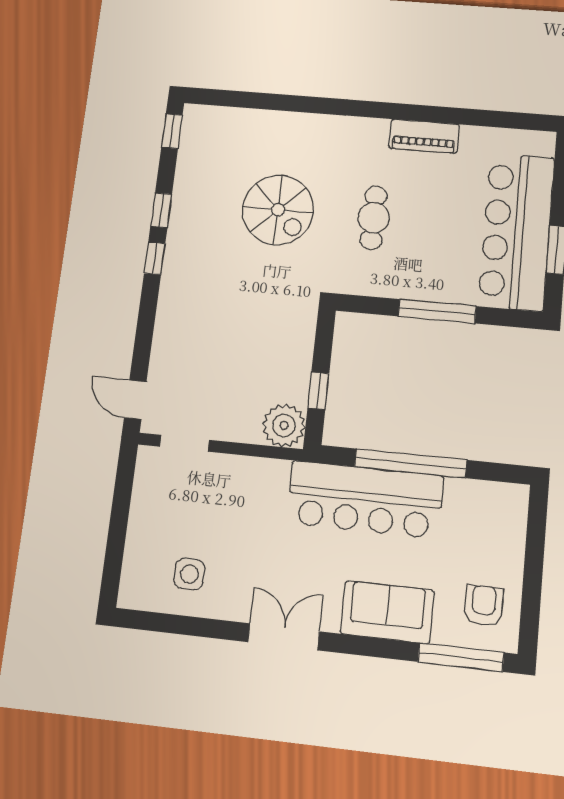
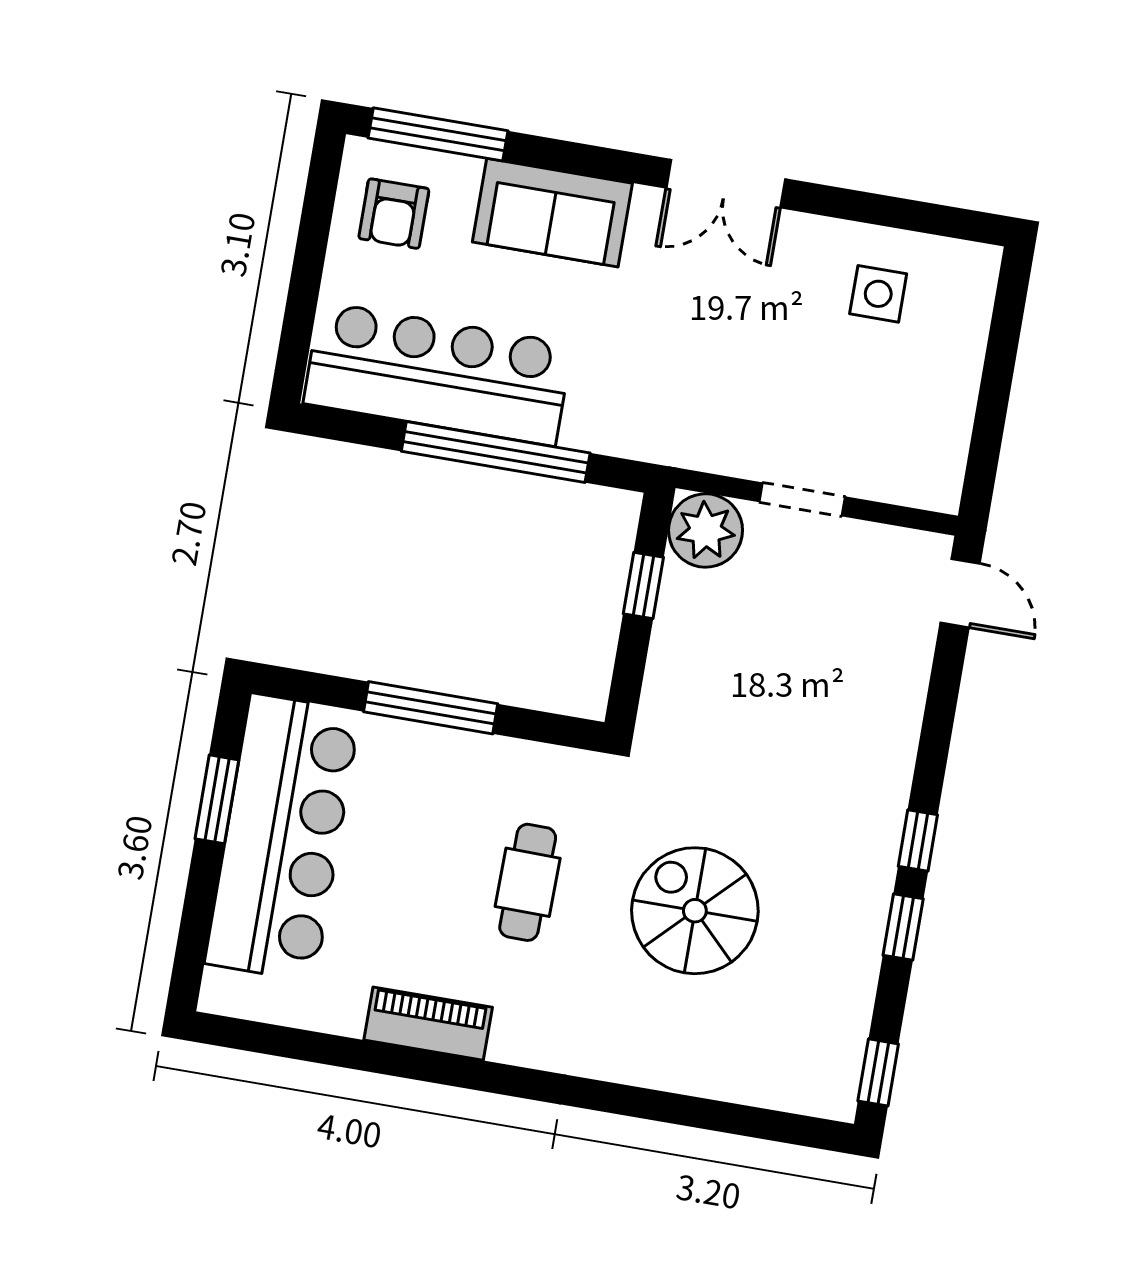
doorway: (184, 443) -> (802, 499), moved
bar counter: (365, 499) -> (438, 374), moved

